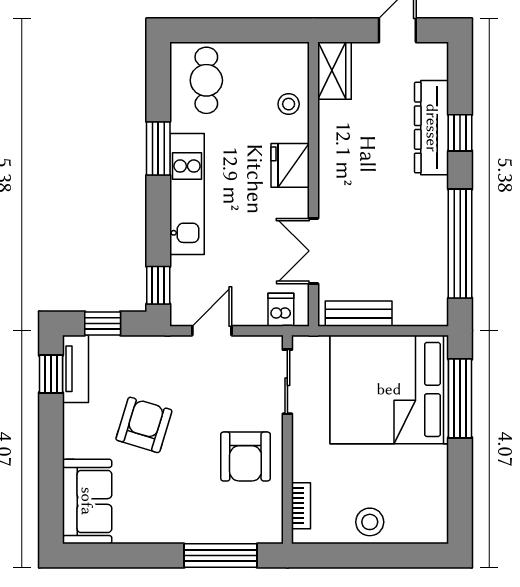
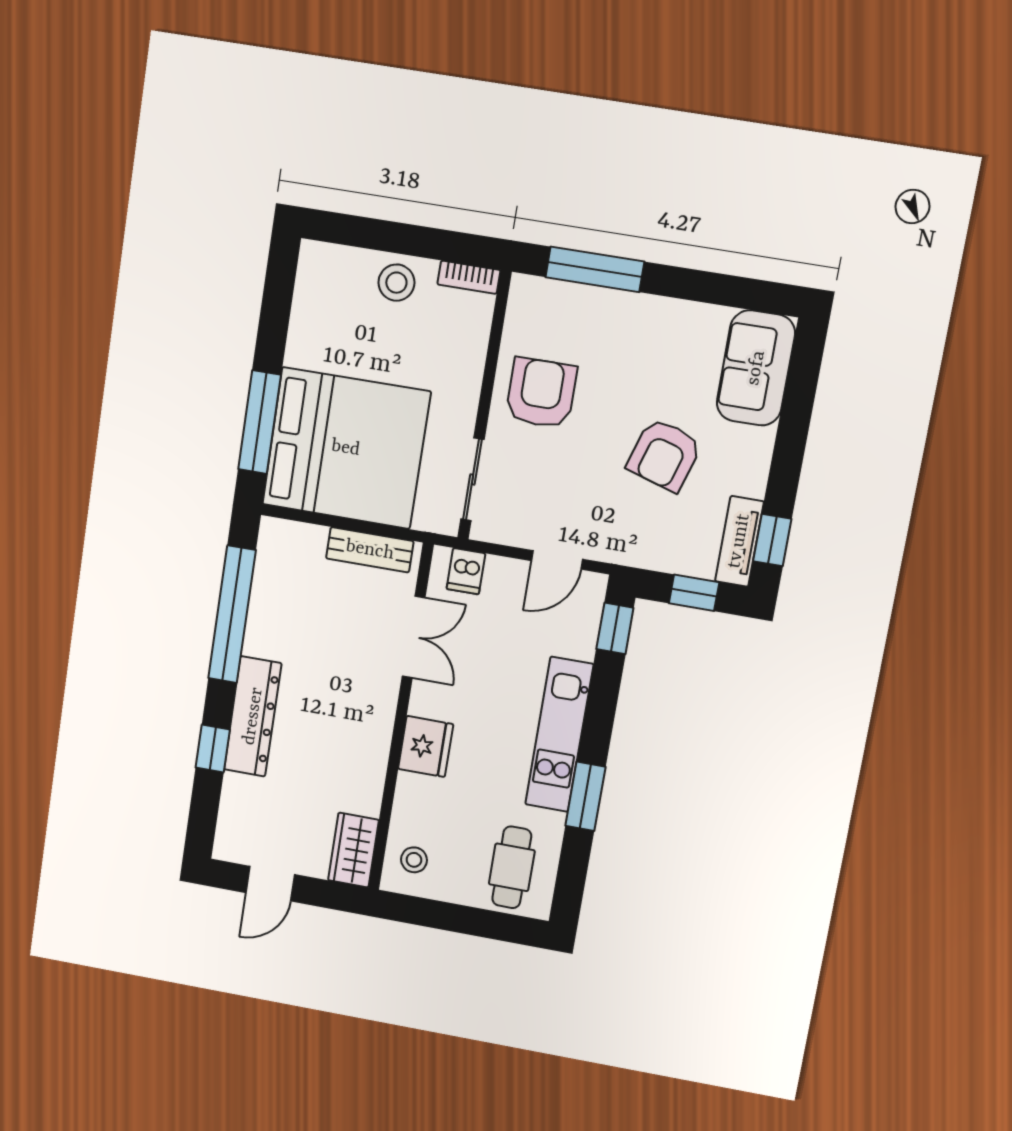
stool: (289, 104) -> (414, 860), moved
dresser: (432, 128) -> (253, 716), moved
bookcase: (301, 506) -> (469, 277), moved, turned -90

